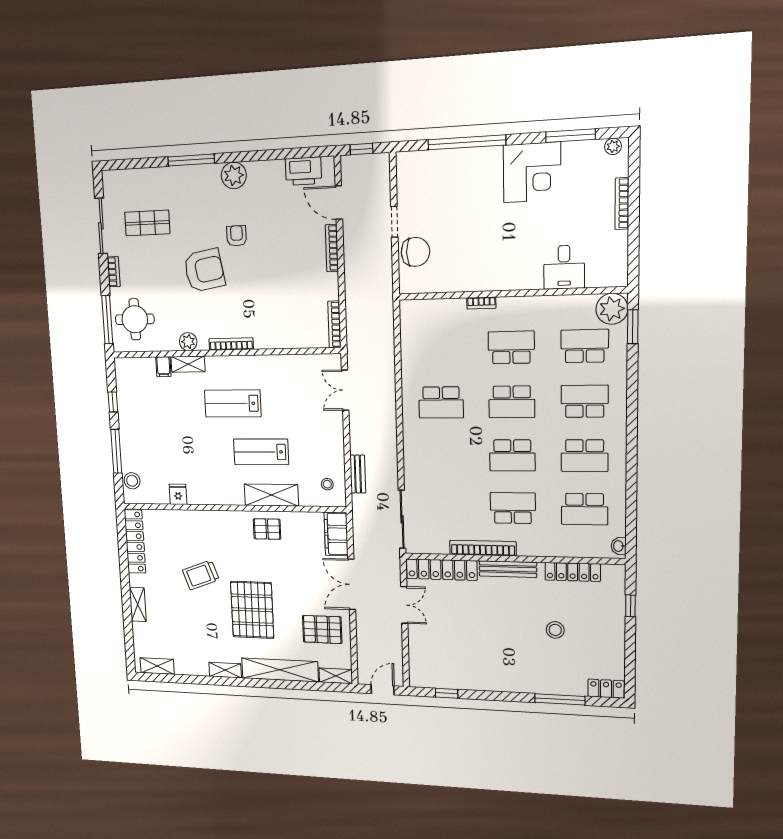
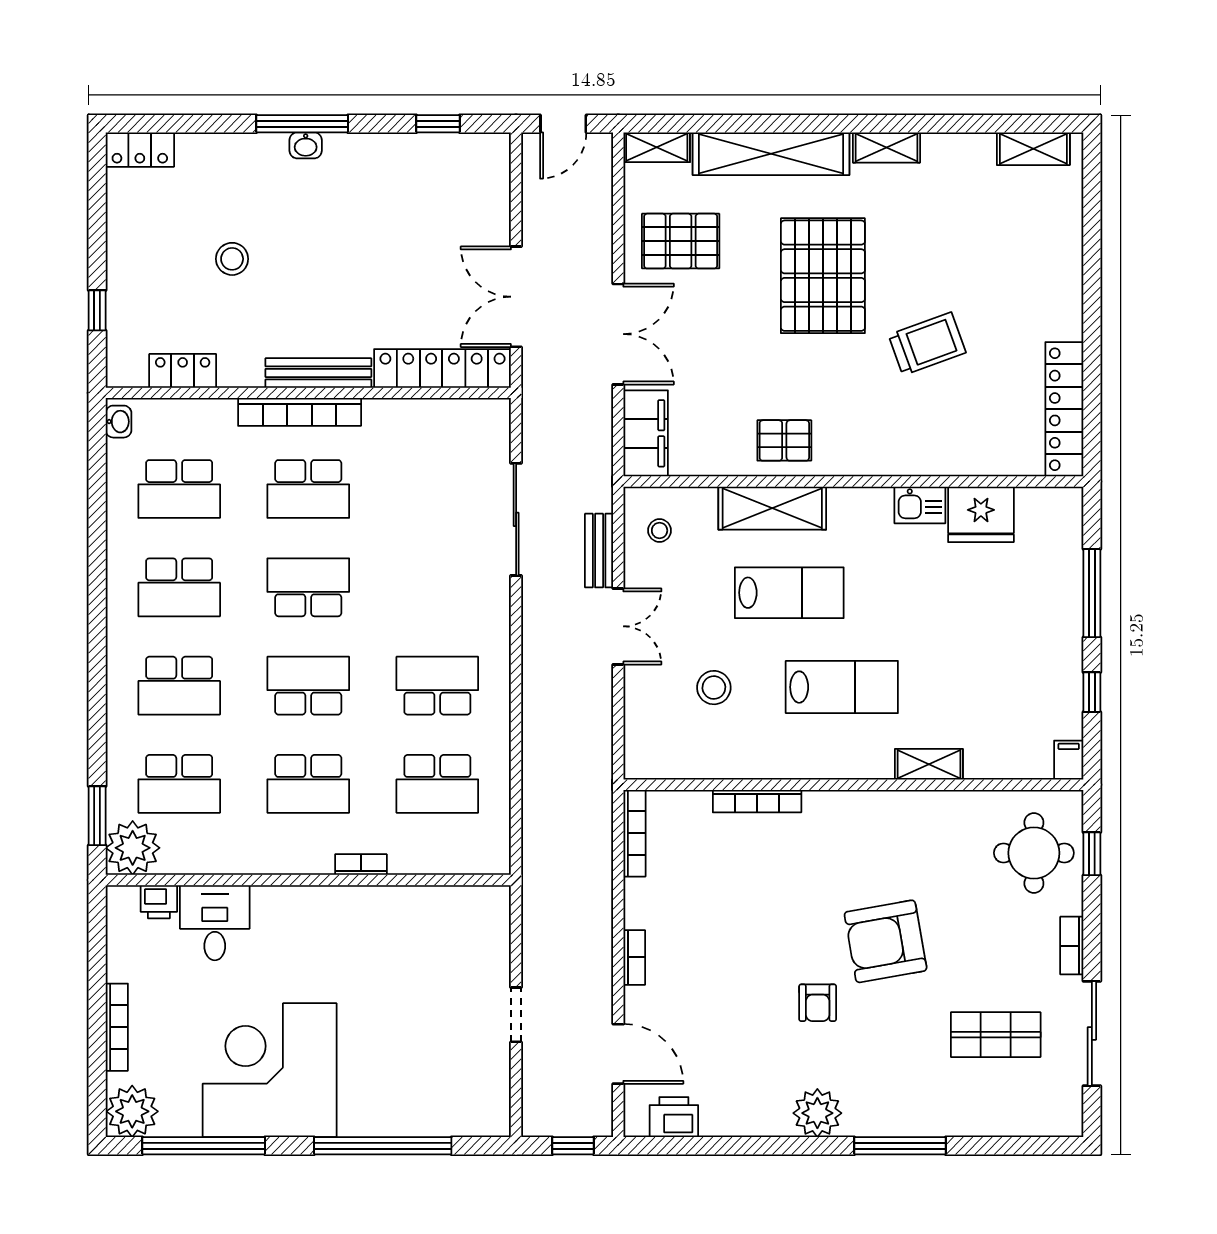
window: (570, 136) -> (204, 1146), width x1.46
plant: (613, 146) -> (132, 1111), width x1.88, depth x1.88
printer: (303, 171) -> (674, 1117), width x0.73, depth x0.84
corner desk: (532, 172) -> (270, 1070), width x1.36, depth x1.36
bookcase: (332, 248) -> (634, 957), width x0.64
chair: (415, 252) -> (479, 960), removed
printer: (597, 278) -> (159, 902), added
window: (107, 320) -> (1092, 854), width x0.46
plant: (188, 342) -> (926, 807), removed
bookcase: (231, 344) -> (757, 801), moved
school desk: (440, 349) -> (437, 784), added
filing cabinet: (163, 367) -> (1069, 760), moved
double door: (345, 390) -> (618, 626), moved
school desk: (585, 456) -> (179, 587), turned 180
stool: (132, 481) -> (714, 688), moved
fridge: (178, 494) -> (981, 514), width x1.88, depth x1.34
kitchen sink: (200, 496) -> (920, 505), added
school desk: (584, 509) -> (179, 489), turned 180
sliding door: (402, 519) -> (516, 519), moved
bookcase: (483, 548) -> (300, 412), moved
locker: (573, 572) -> (183, 371), width x0.66
shelving: (138, 604) -> (1067, 278), removed
double door: (404, 605) -> (516, 297), width x1.37
washbasin: (516, 686) -> (306, 145), added
window: (560, 699) -> (302, 124), moved

